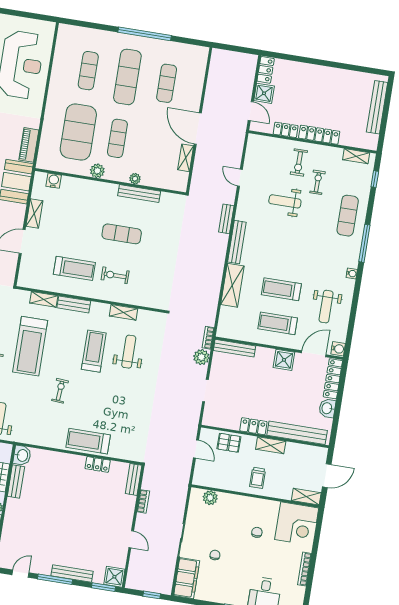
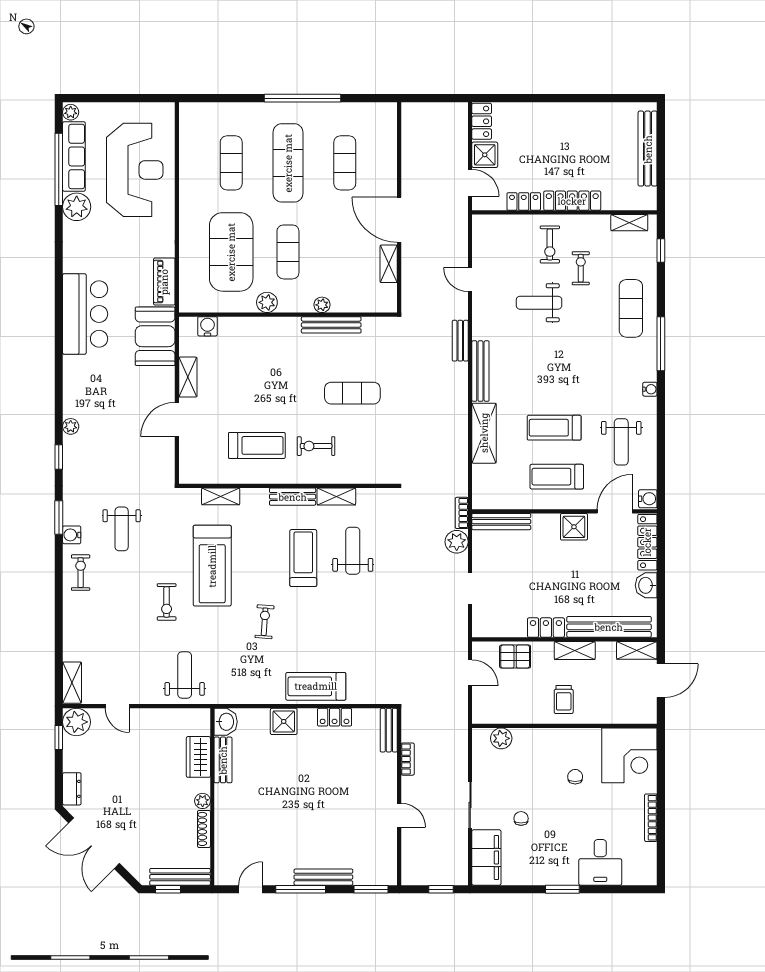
exercise mat: (122, 234) -> (352, 393), moved
bench: (74, 304) -> (293, 497), moved
shelving: (306, 497) -> (637, 650), moved
shower: (114, 577) -> (284, 721), moved

